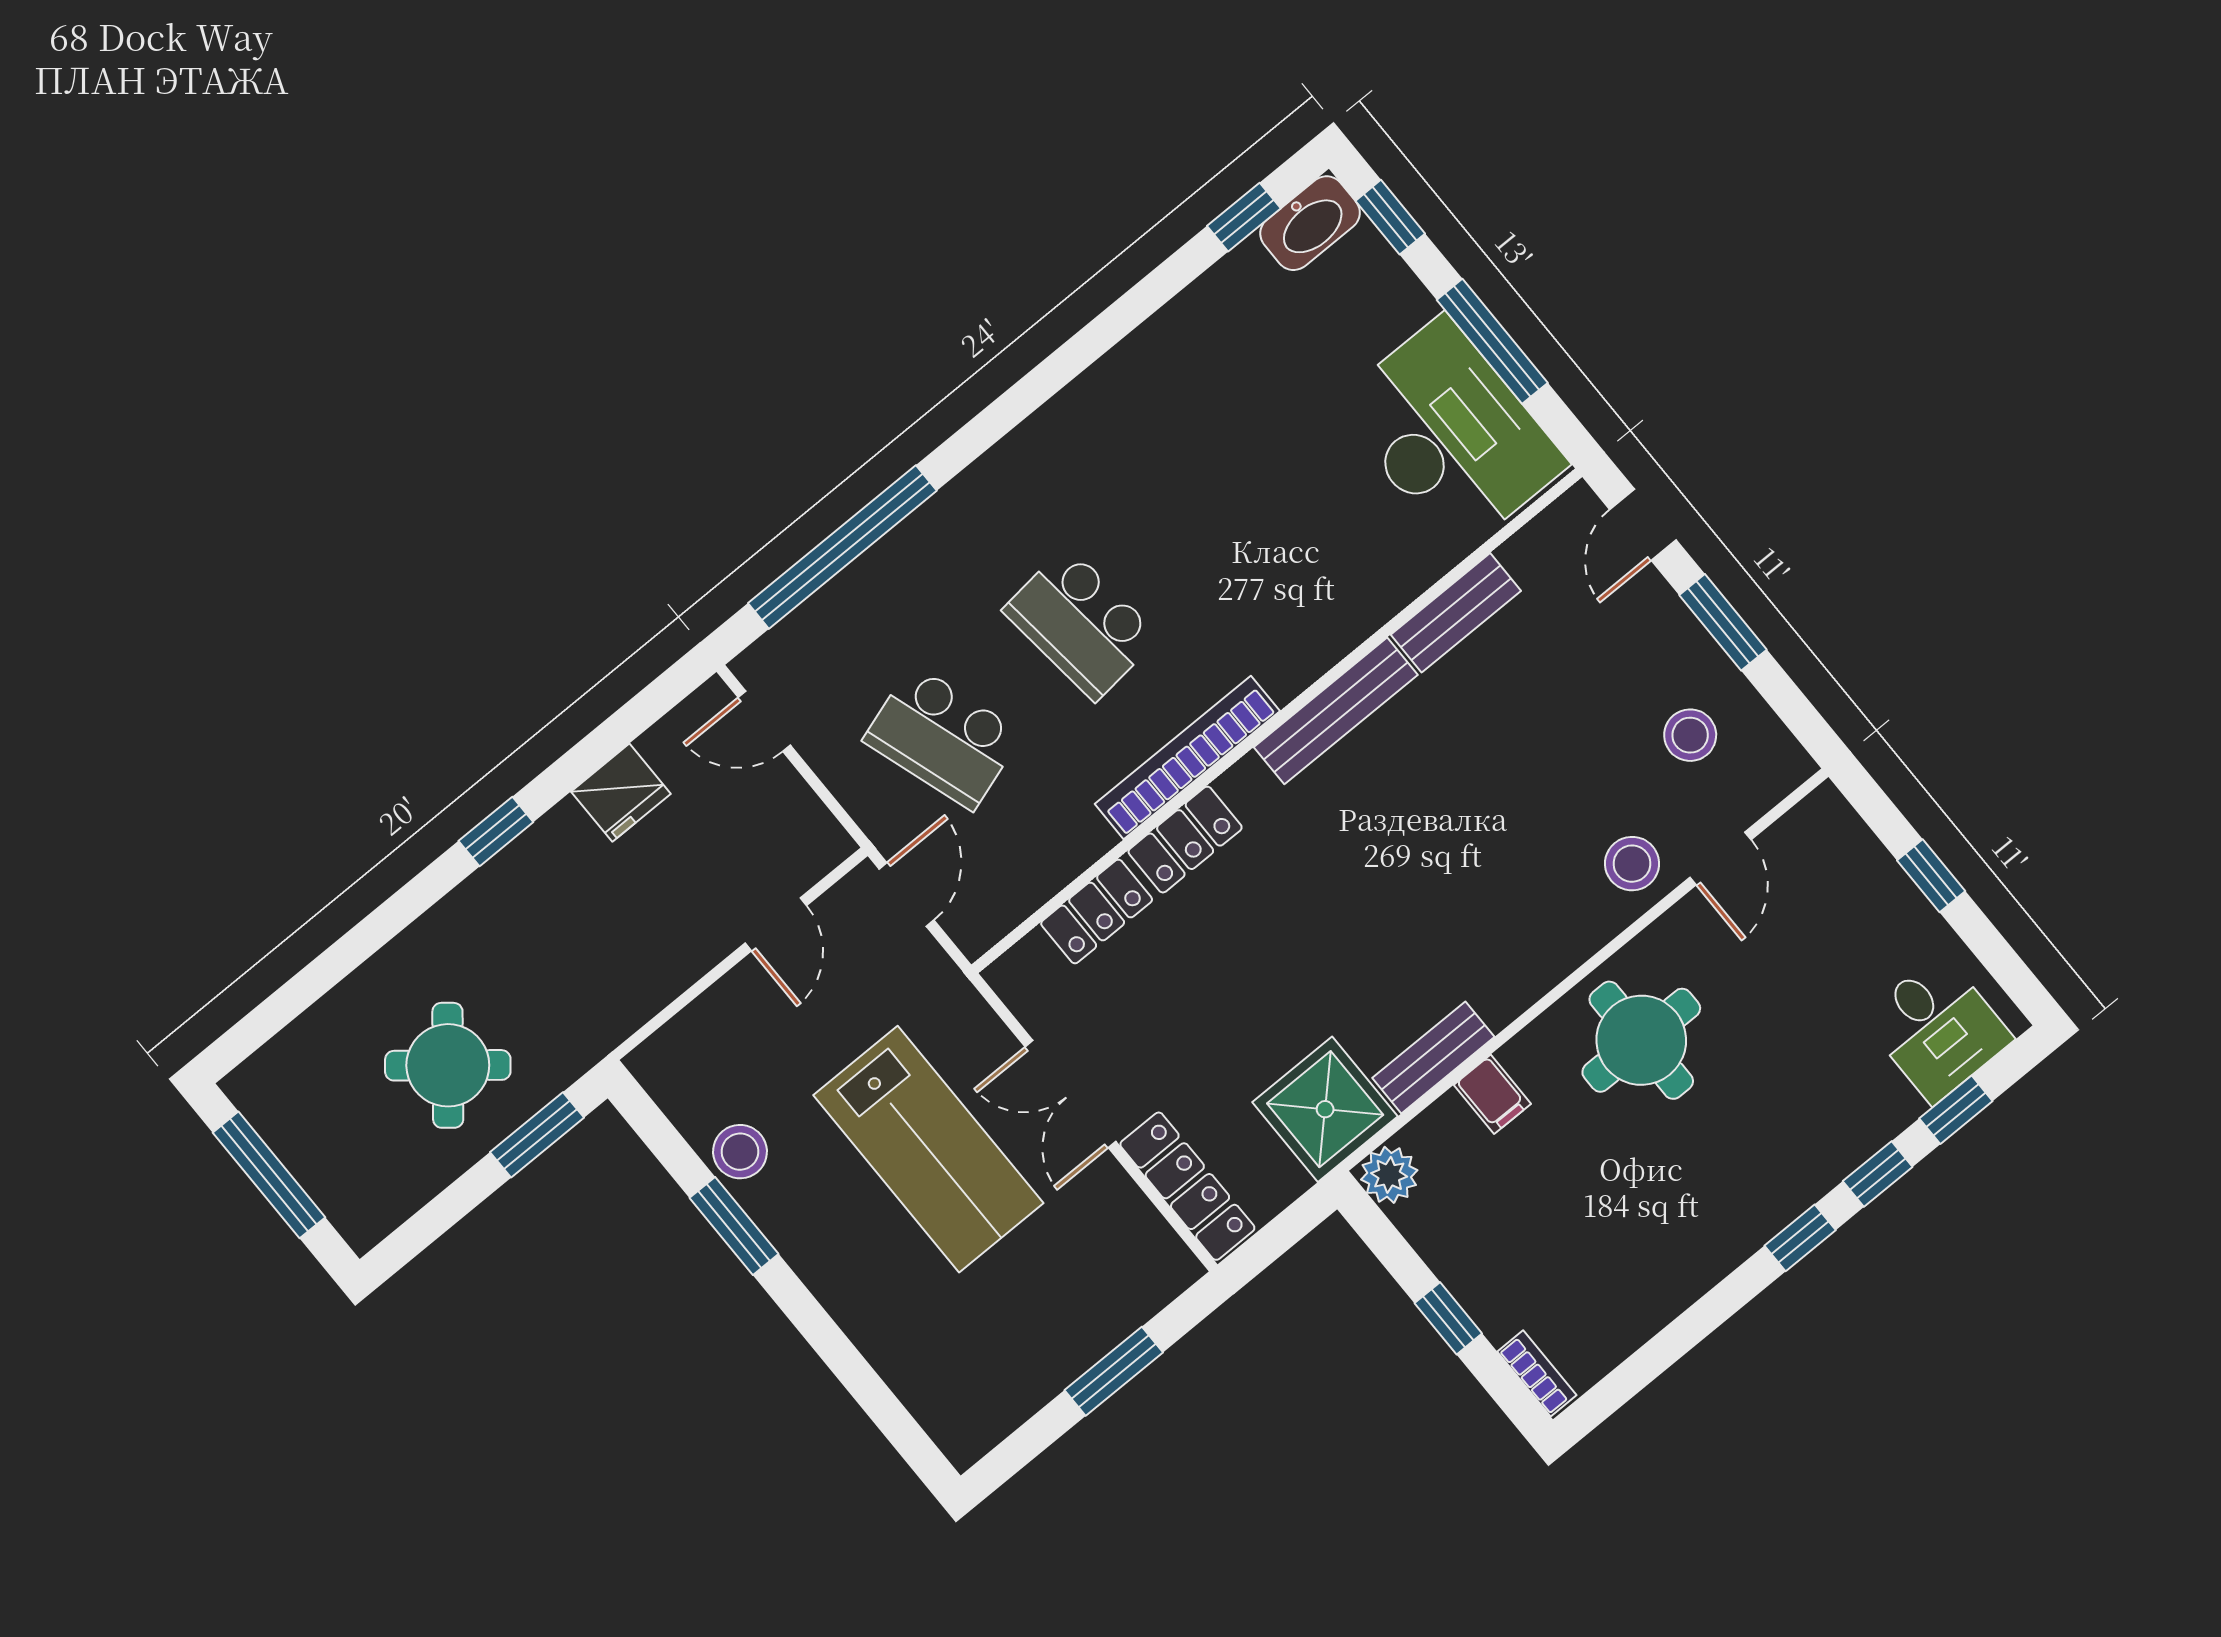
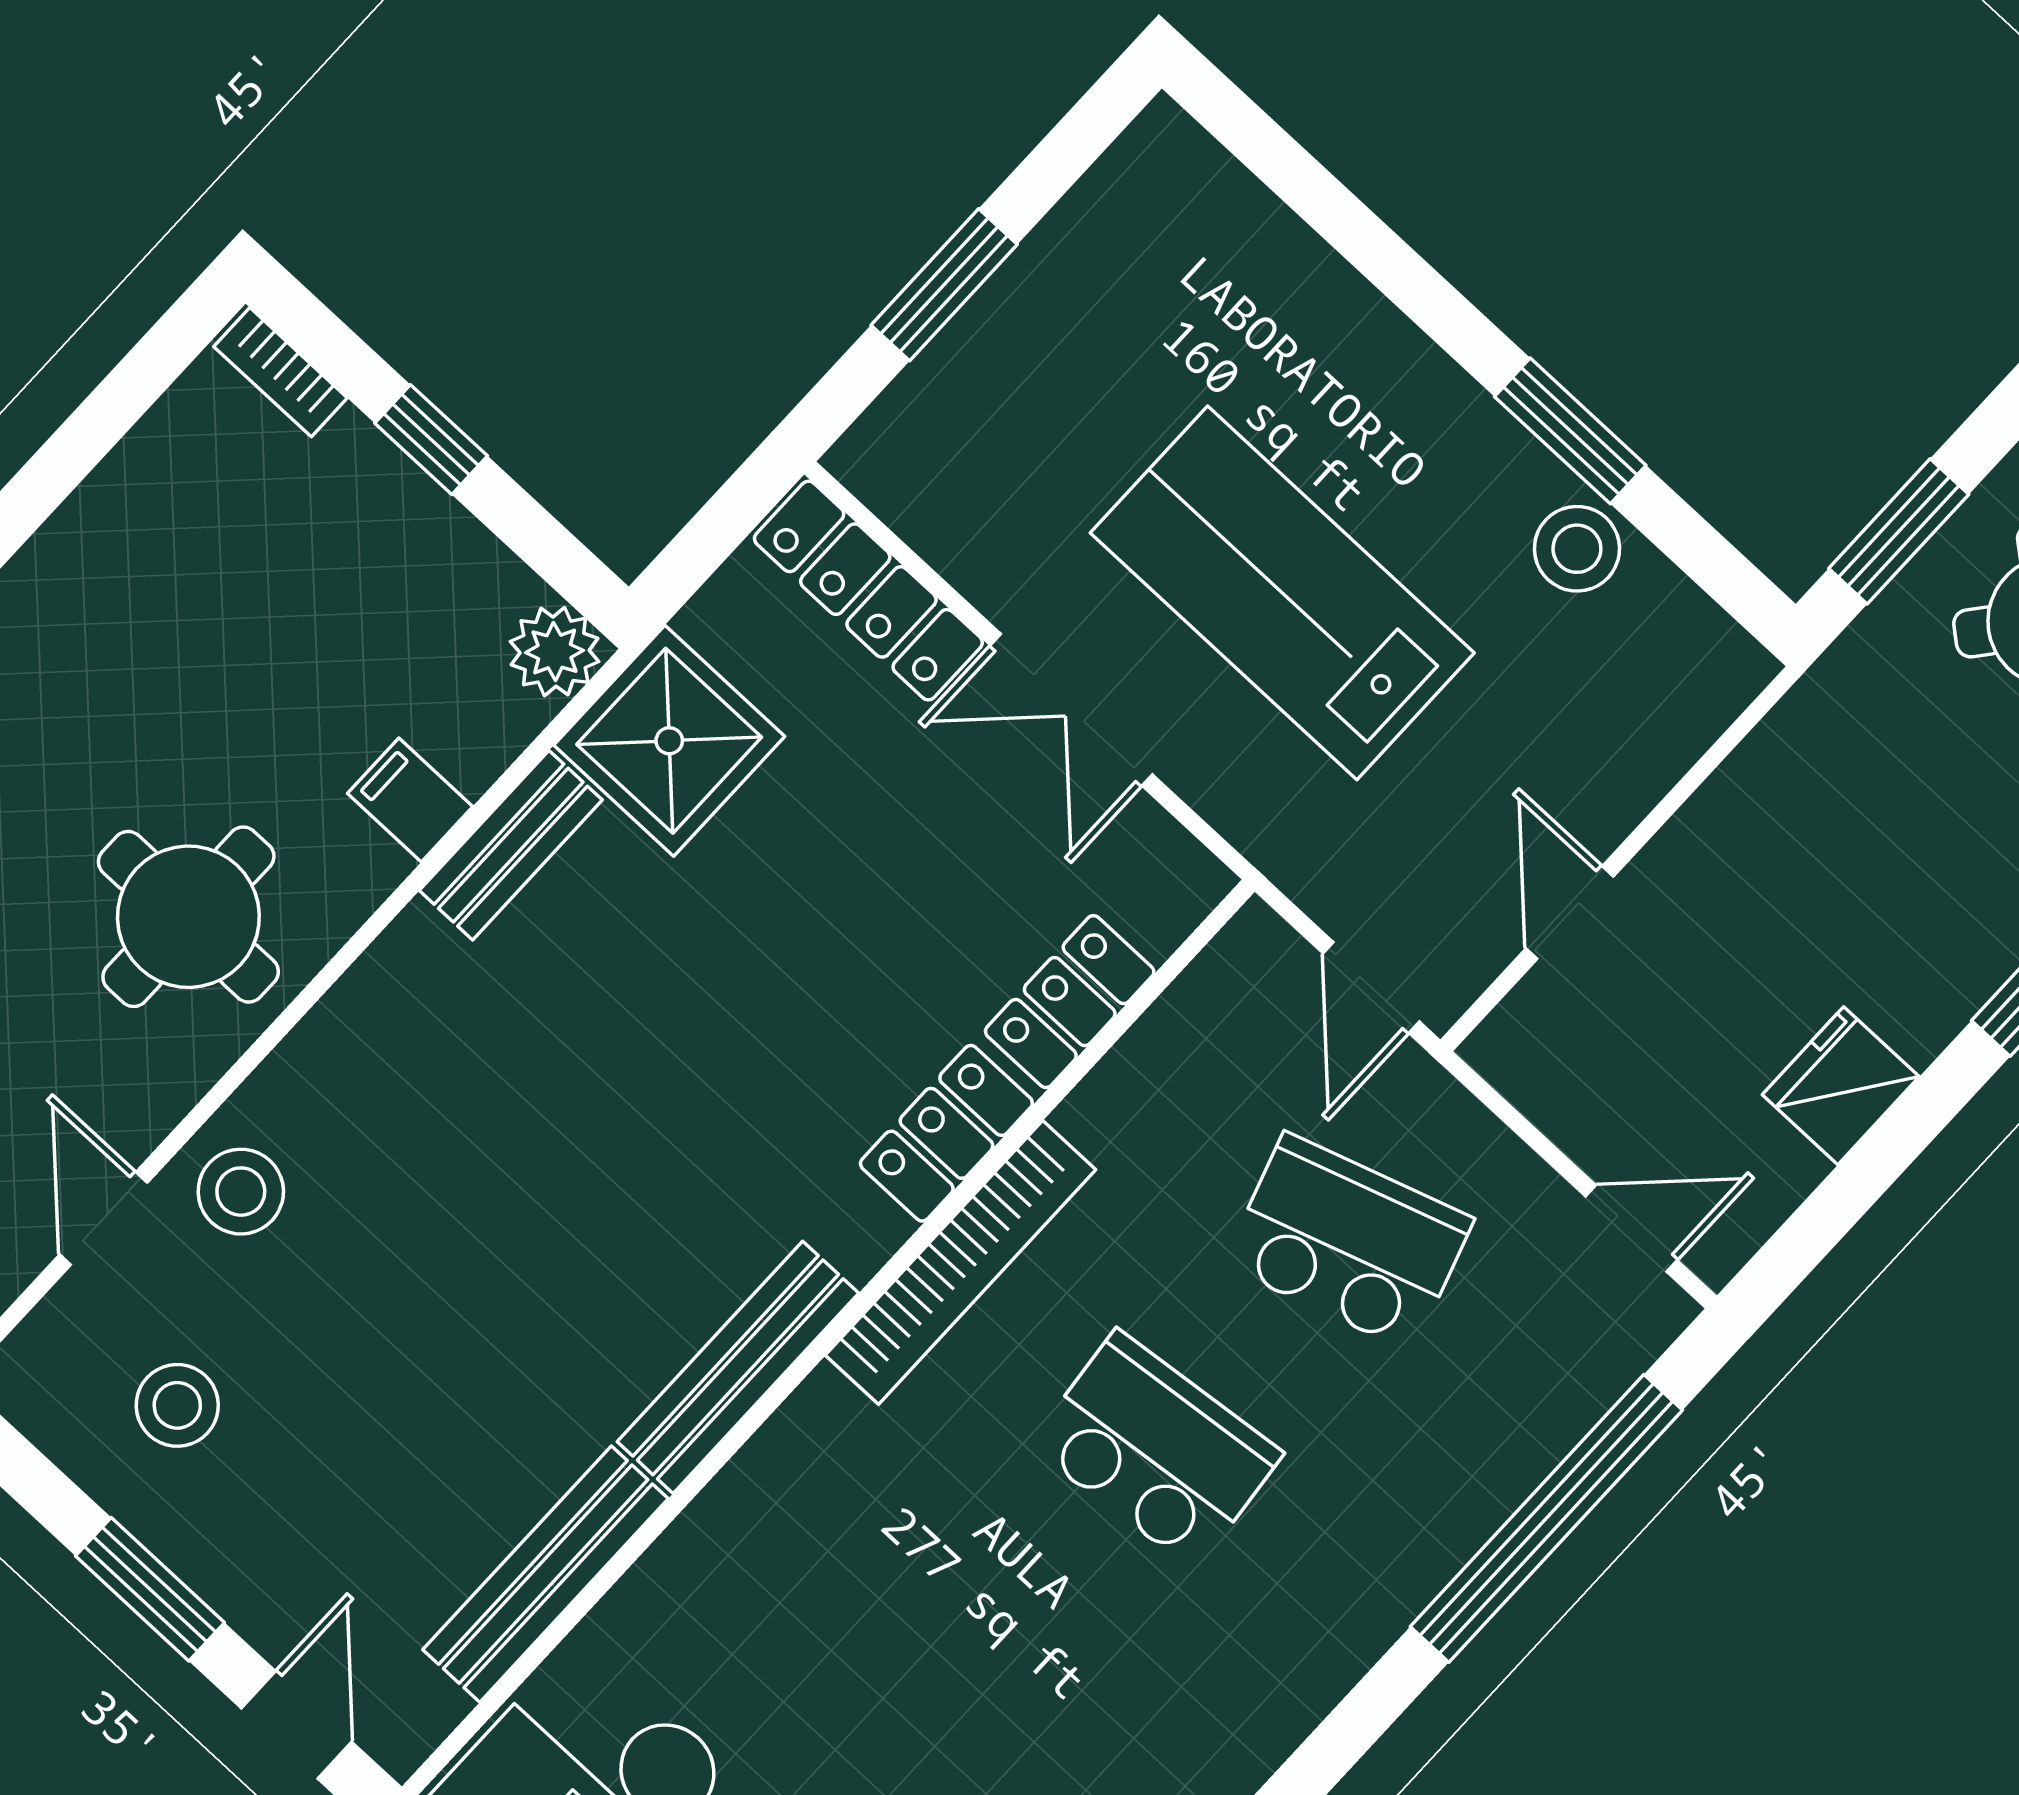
bench: (1456, 613) -> (546, 1574), width x1.36
double door: (1070, 1094) -> (1071, 710), swing flipped

